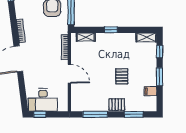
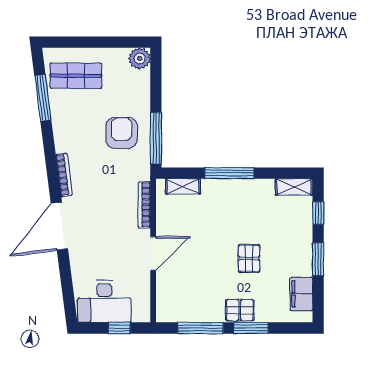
window: (111, 30) -> (229, 173), width x2.17
door: (69, 74) -> (153, 254), hinge flipped
filing cabinet: (150, 91) -> (301, 294), width x2.00
window: (40, 114) -> (119, 328), moved
window: (134, 114) -> (251, 328), moved

